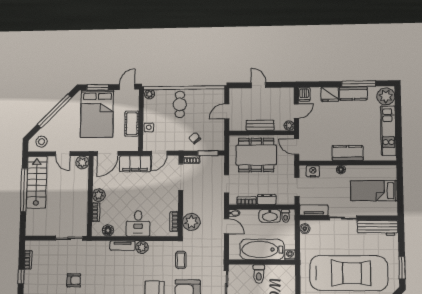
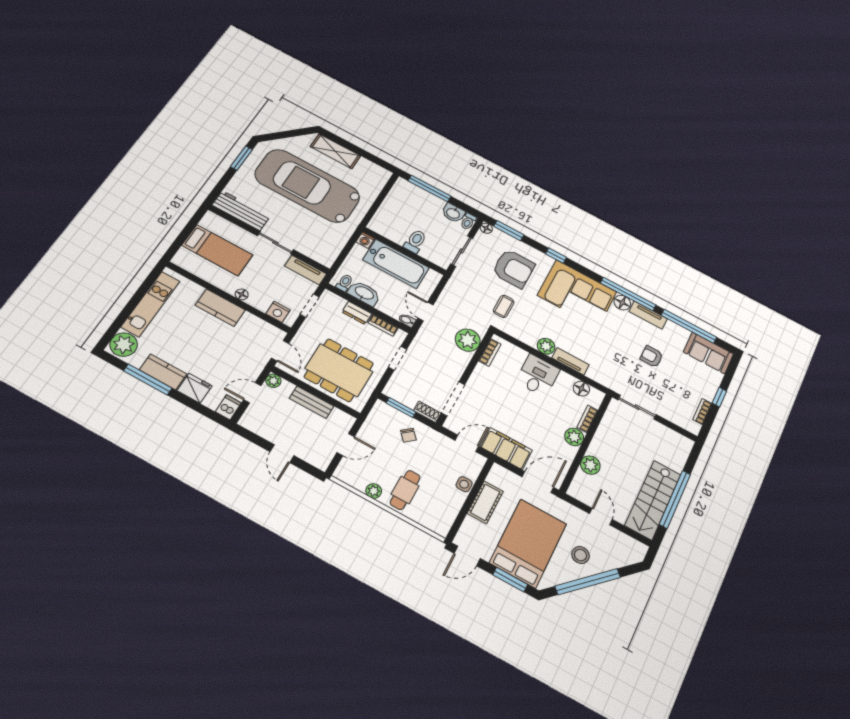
plant: (150, 94) -> (374, 491), moved
stool: (42, 142) -> (580, 555), moved
plant: (82, 162) -> (590, 465), moved
boiler: (305, 229) -> (330, 257), removed

